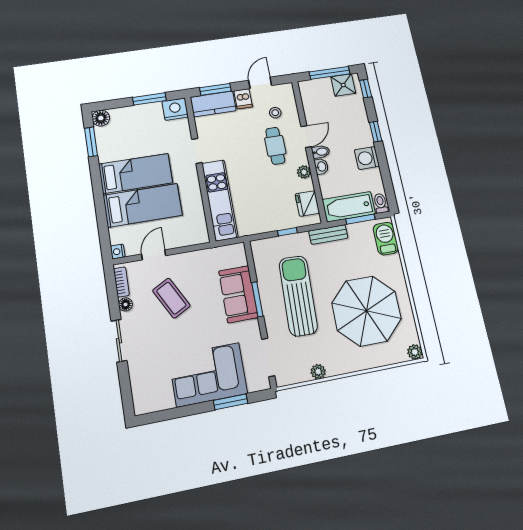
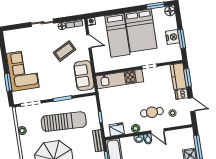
nightstand: (175, 109) -> (173, 37), moved
bed: (136, 173) -> (141, 31), width x1.50
sofa: (238, 294) -> (84, 76), moved, turned -90

